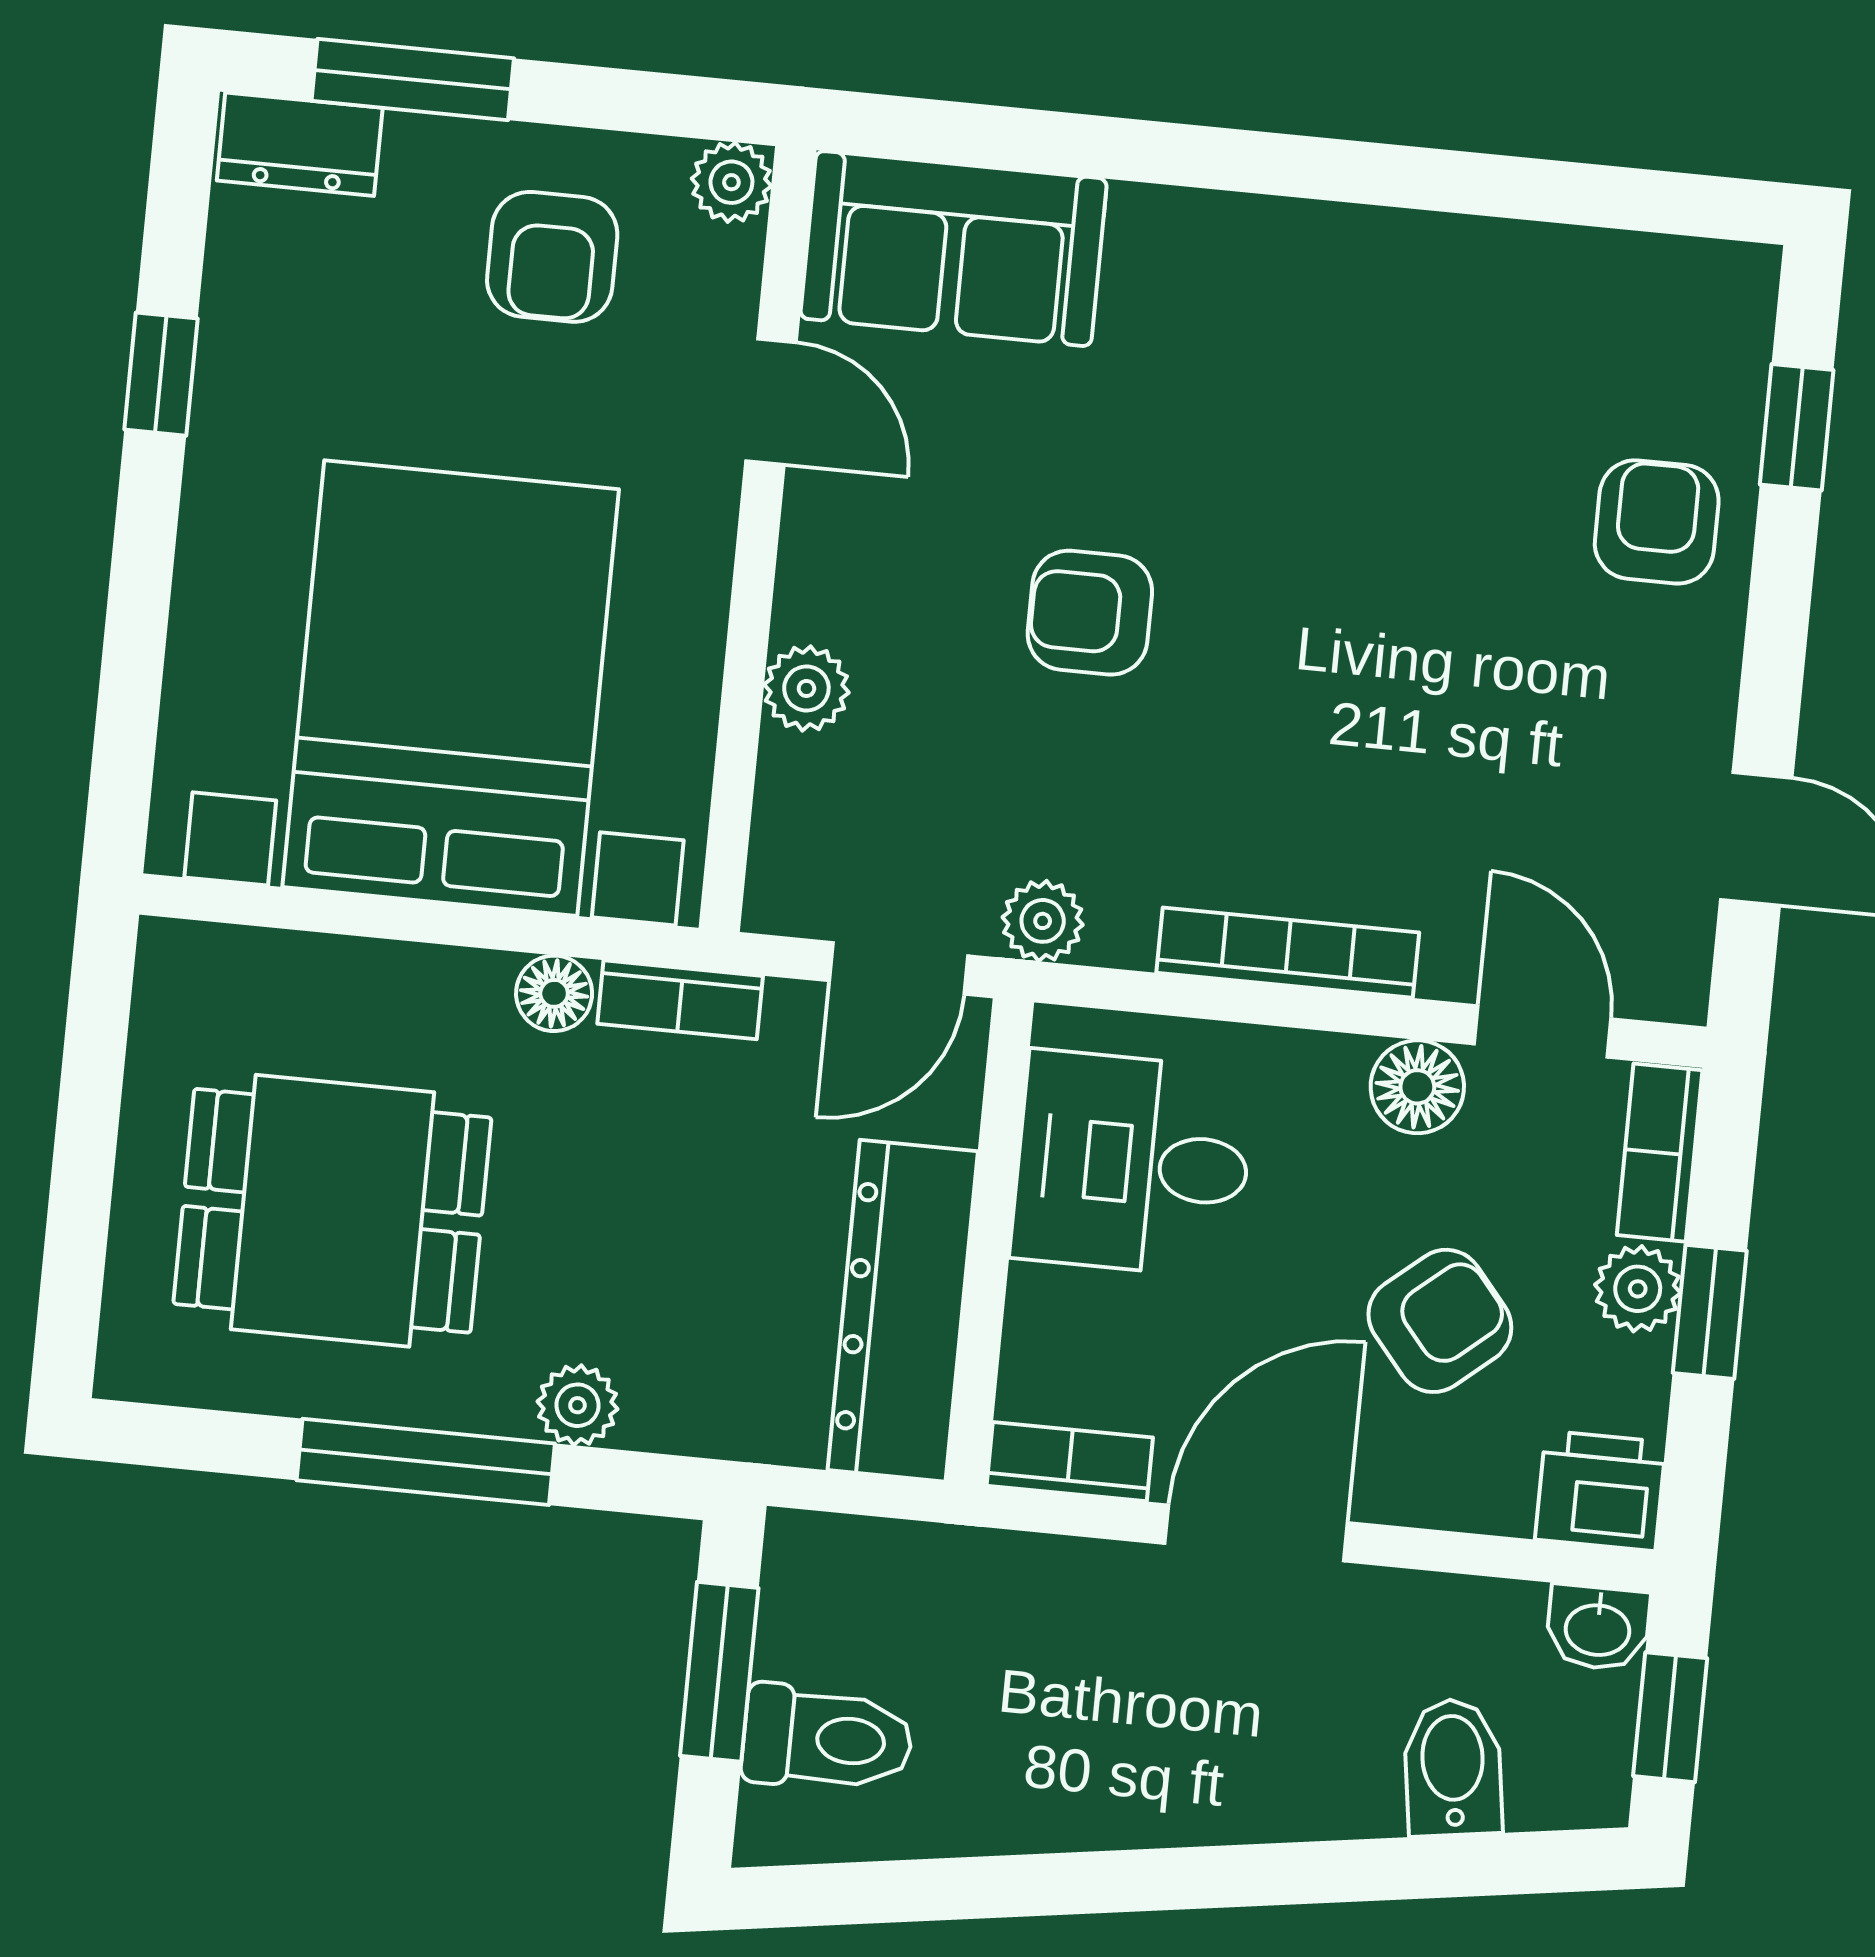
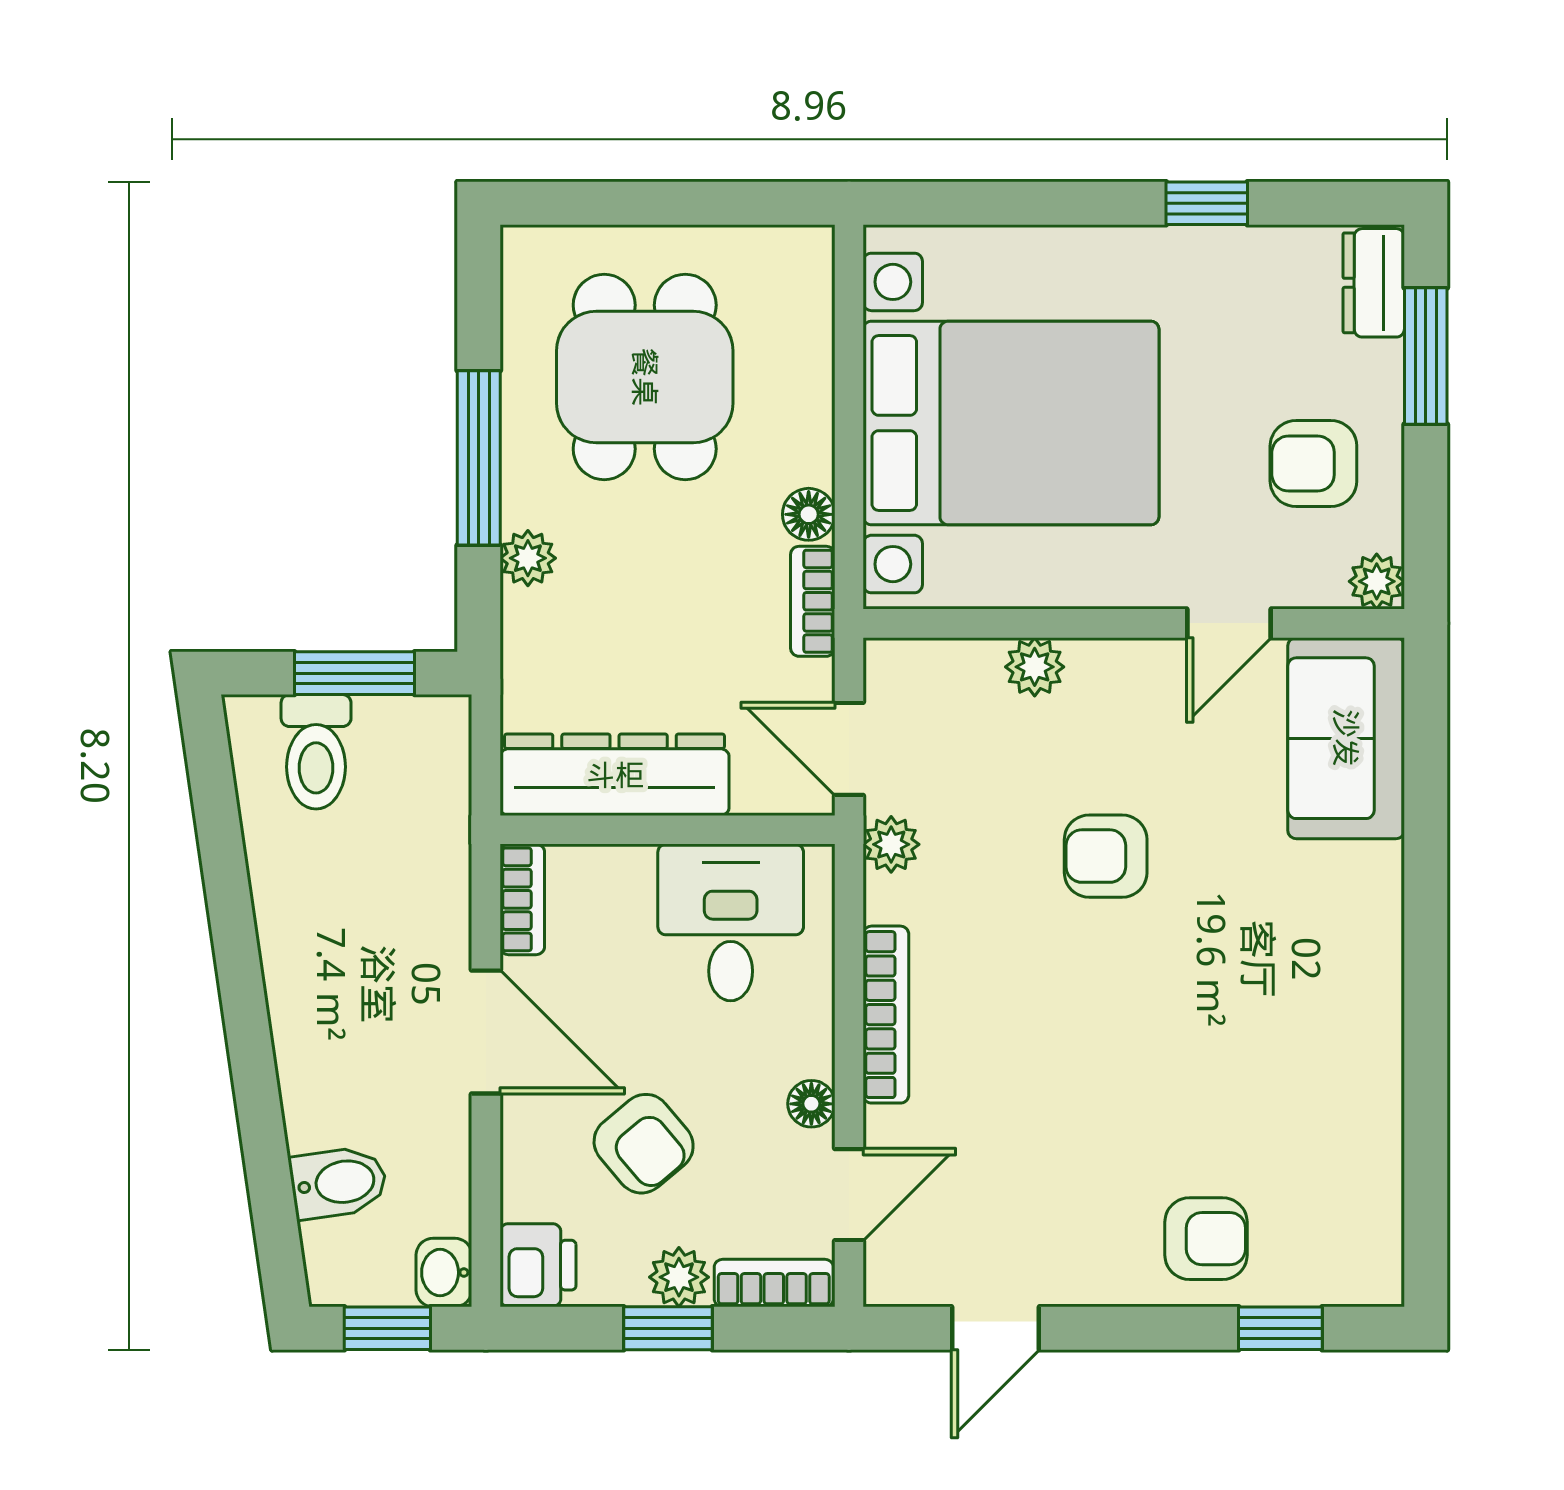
armchair: (1090, 613) -> (1106, 856), turned -90
floor lamp: (1417, 1087) -> (811, 1104), width x0.73, depth x0.73

